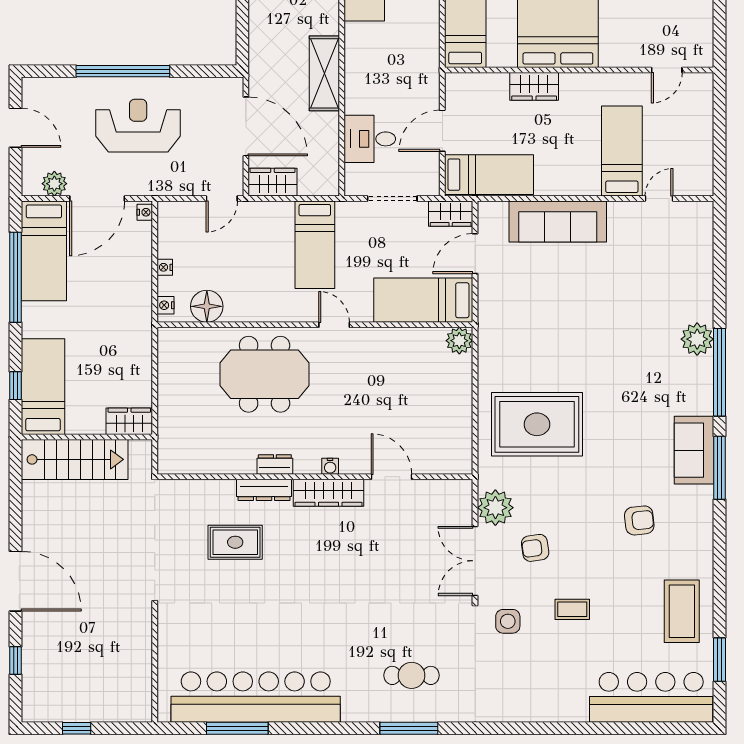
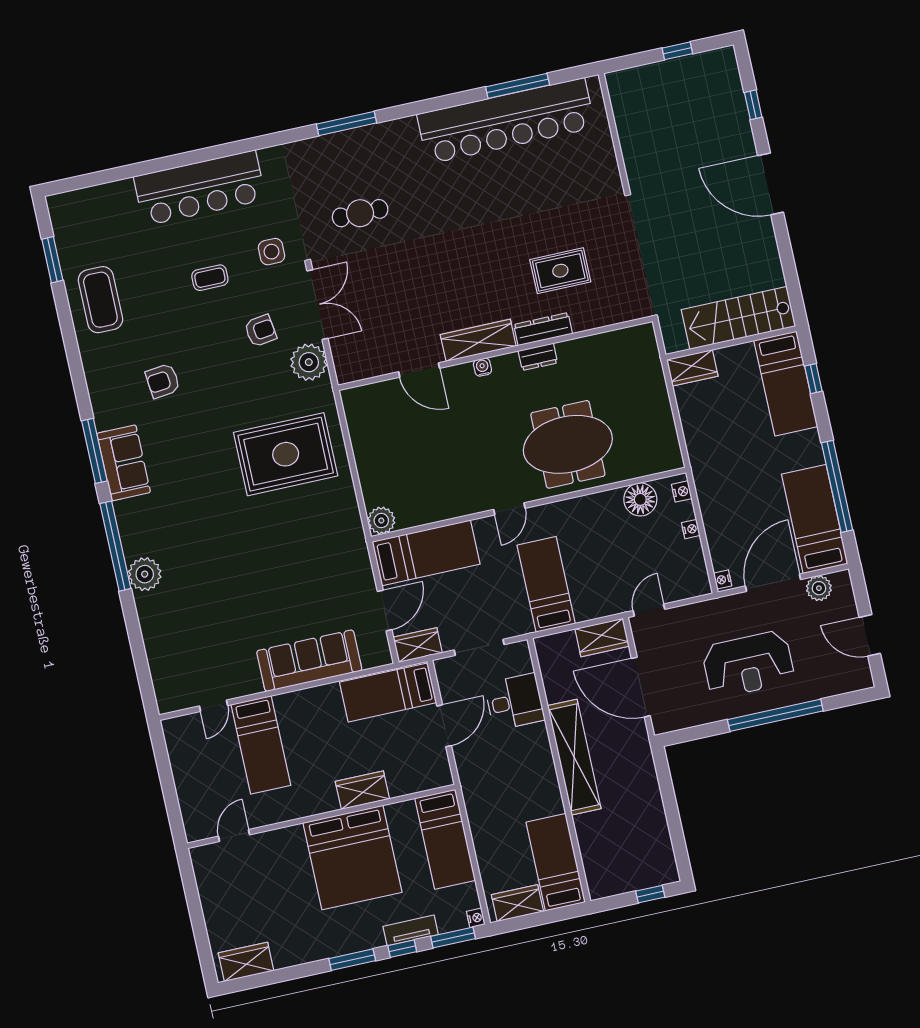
shelving: (324, 73) -> (574, 757), width x1.47
door: (334, 325) -> (509, 509), hinge flipped
cafe table: (412, 675) -> (360, 213), moved
bar counter: (651, 697) -> (200, 188), moved

